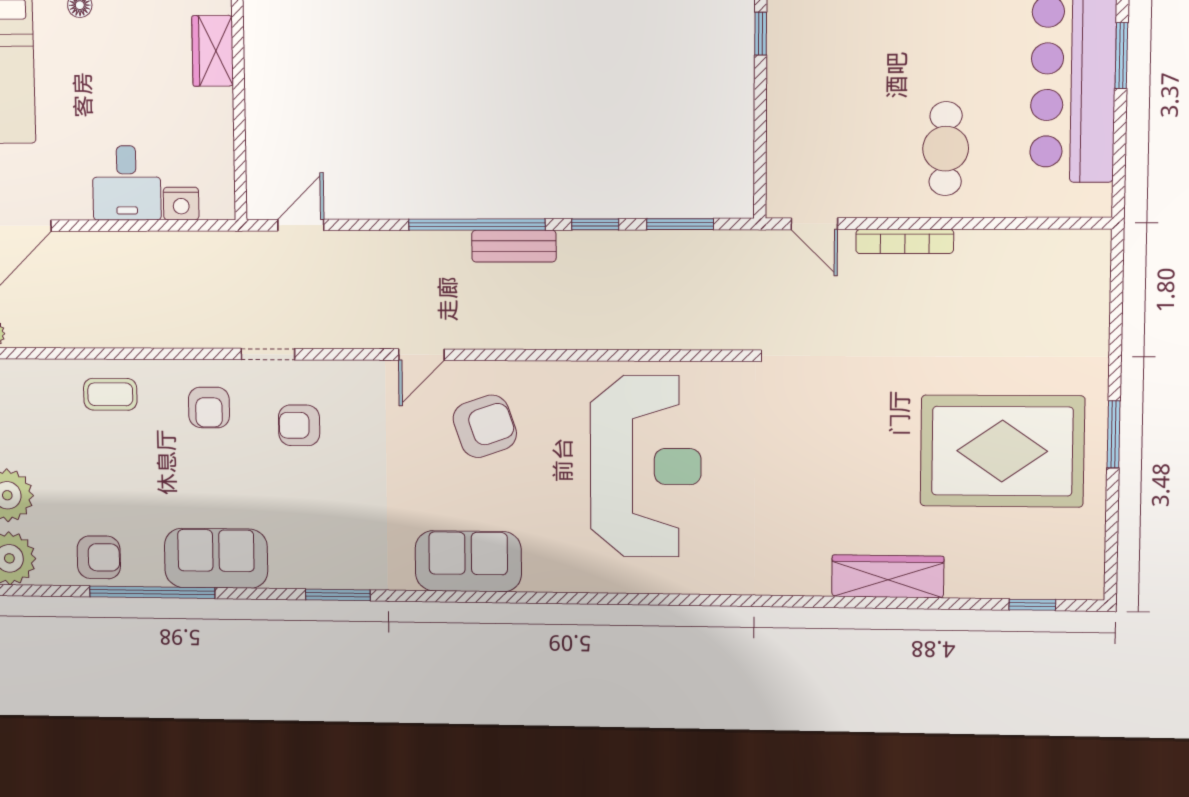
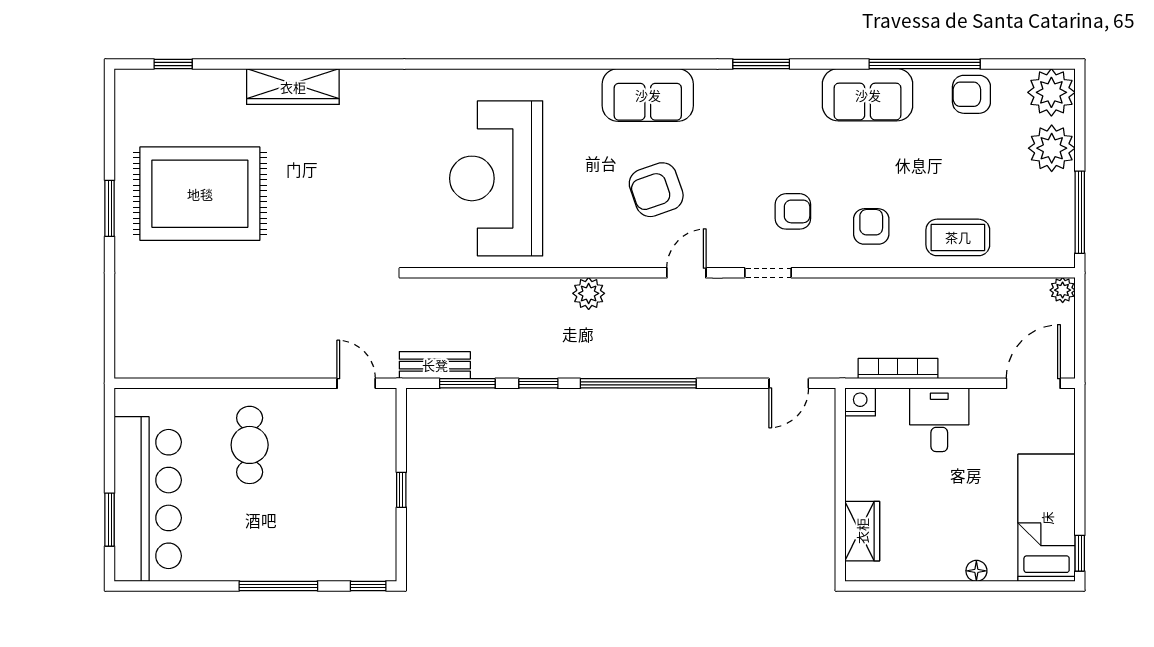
window: (761, 34) -> (401, 490), moved
nightstand: (181, 204) -> (860, 402), moved
bookcase: (905, 241) -> (898, 369), moved
bench: (514, 246) -> (435, 365), moved
plant: (536, 331) -> (589, 293), added
doorway: (268, 354) -> (768, 273), moved
coffee table: (110, 394) -> (958, 237), width x1.36, depth x1.30
armchair: (485, 426) -> (656, 190), moved

